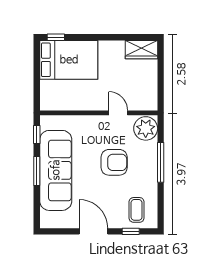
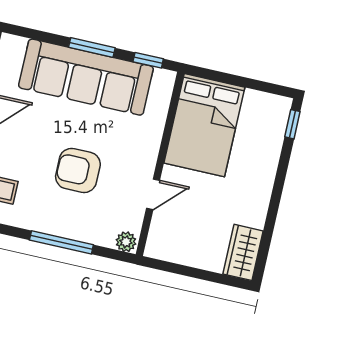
bed: (69, 60) -> (204, 125), moved
plant: (146, 128) -> (126, 242), width x0.53, depth x0.53
armchair: (114, 162) -> (78, 170), turned 90

